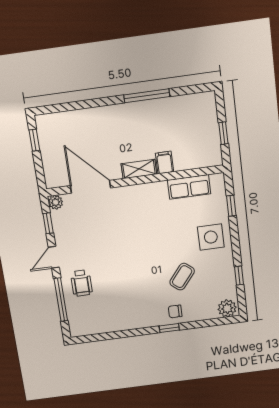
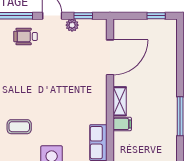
plant: (56, 202) -> (72, 25), moved
coffee table: (182, 277) -> (19, 127), turned -39

